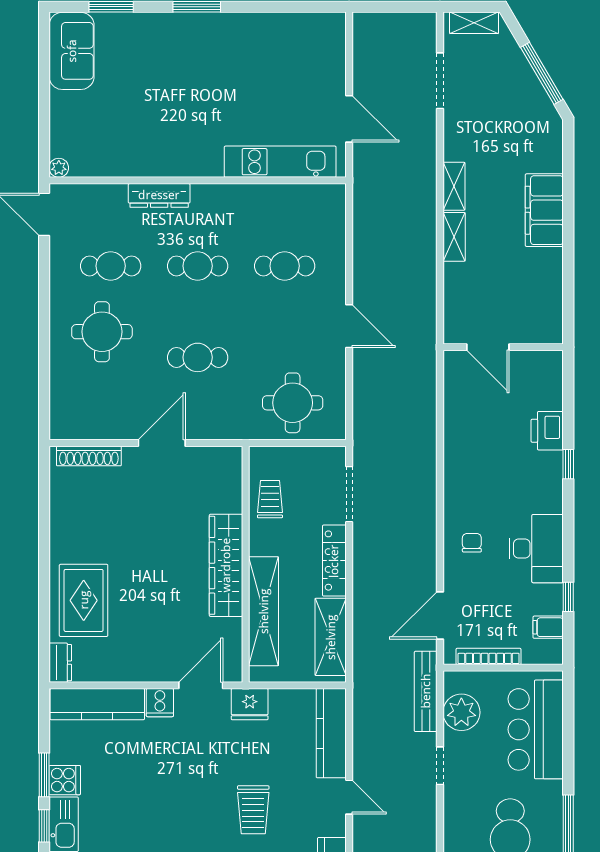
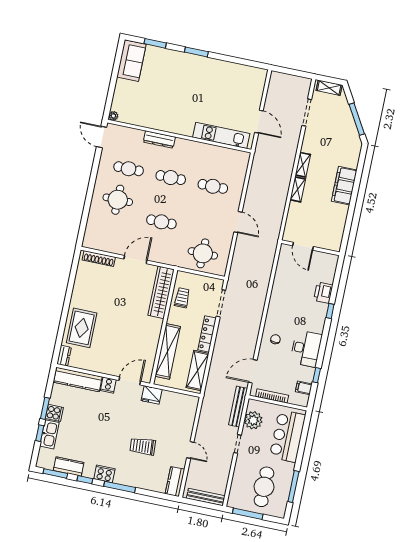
wardrobe: (226, 565) -> (161, 292), moved
kitchen counter: (331, 733) -> (188, 417), removed
trolley: (253, 810) -> (143, 446), turned 86

